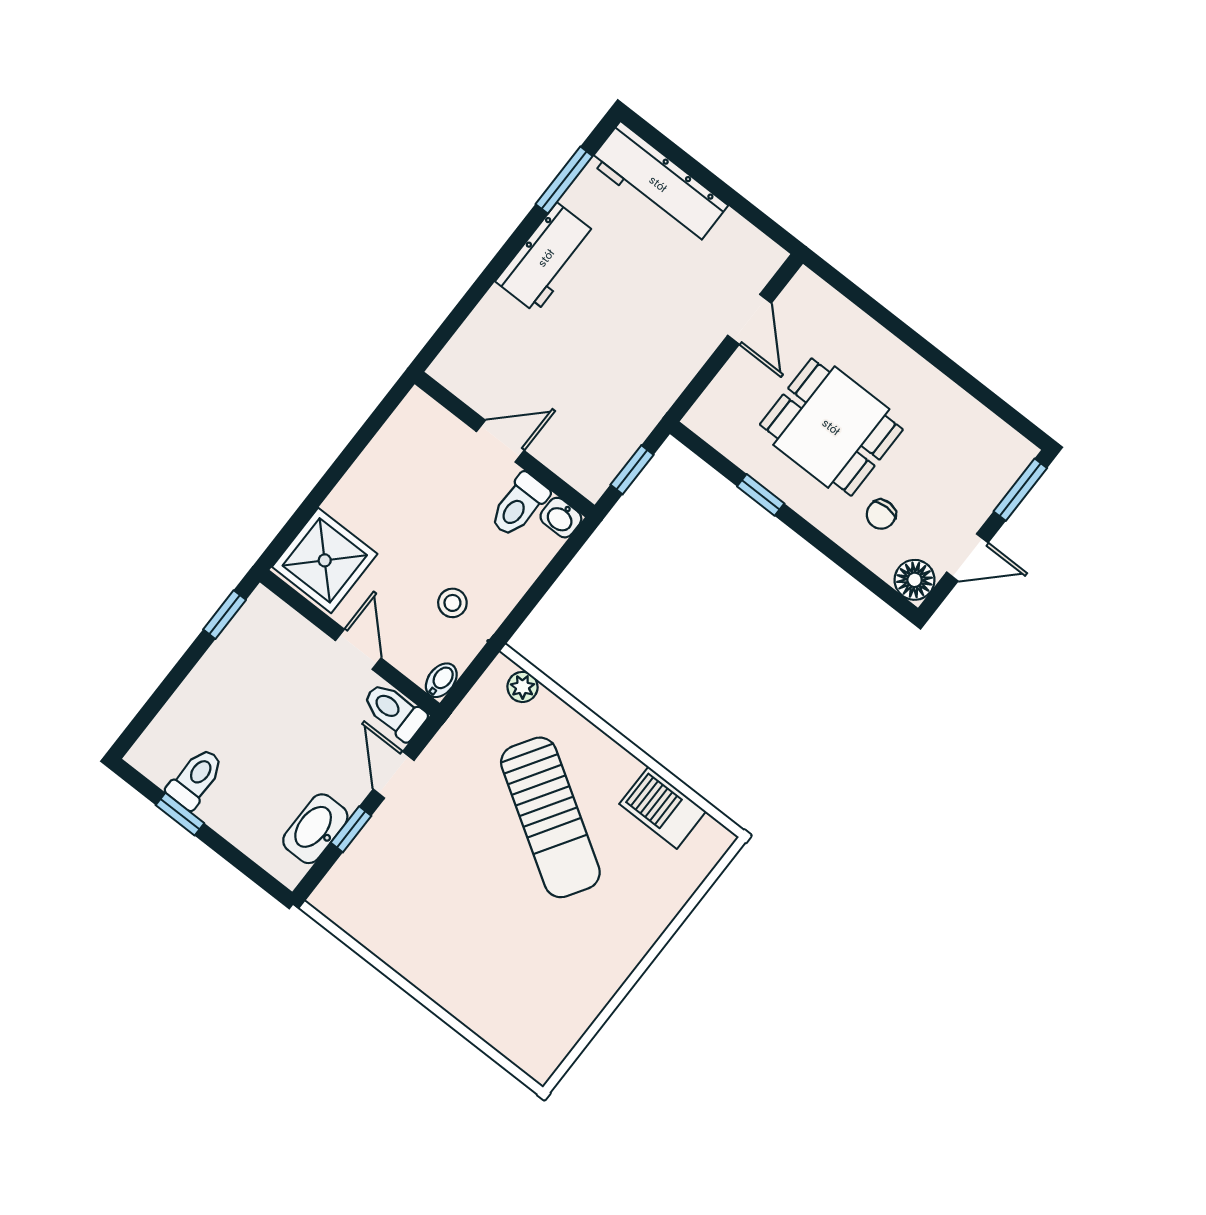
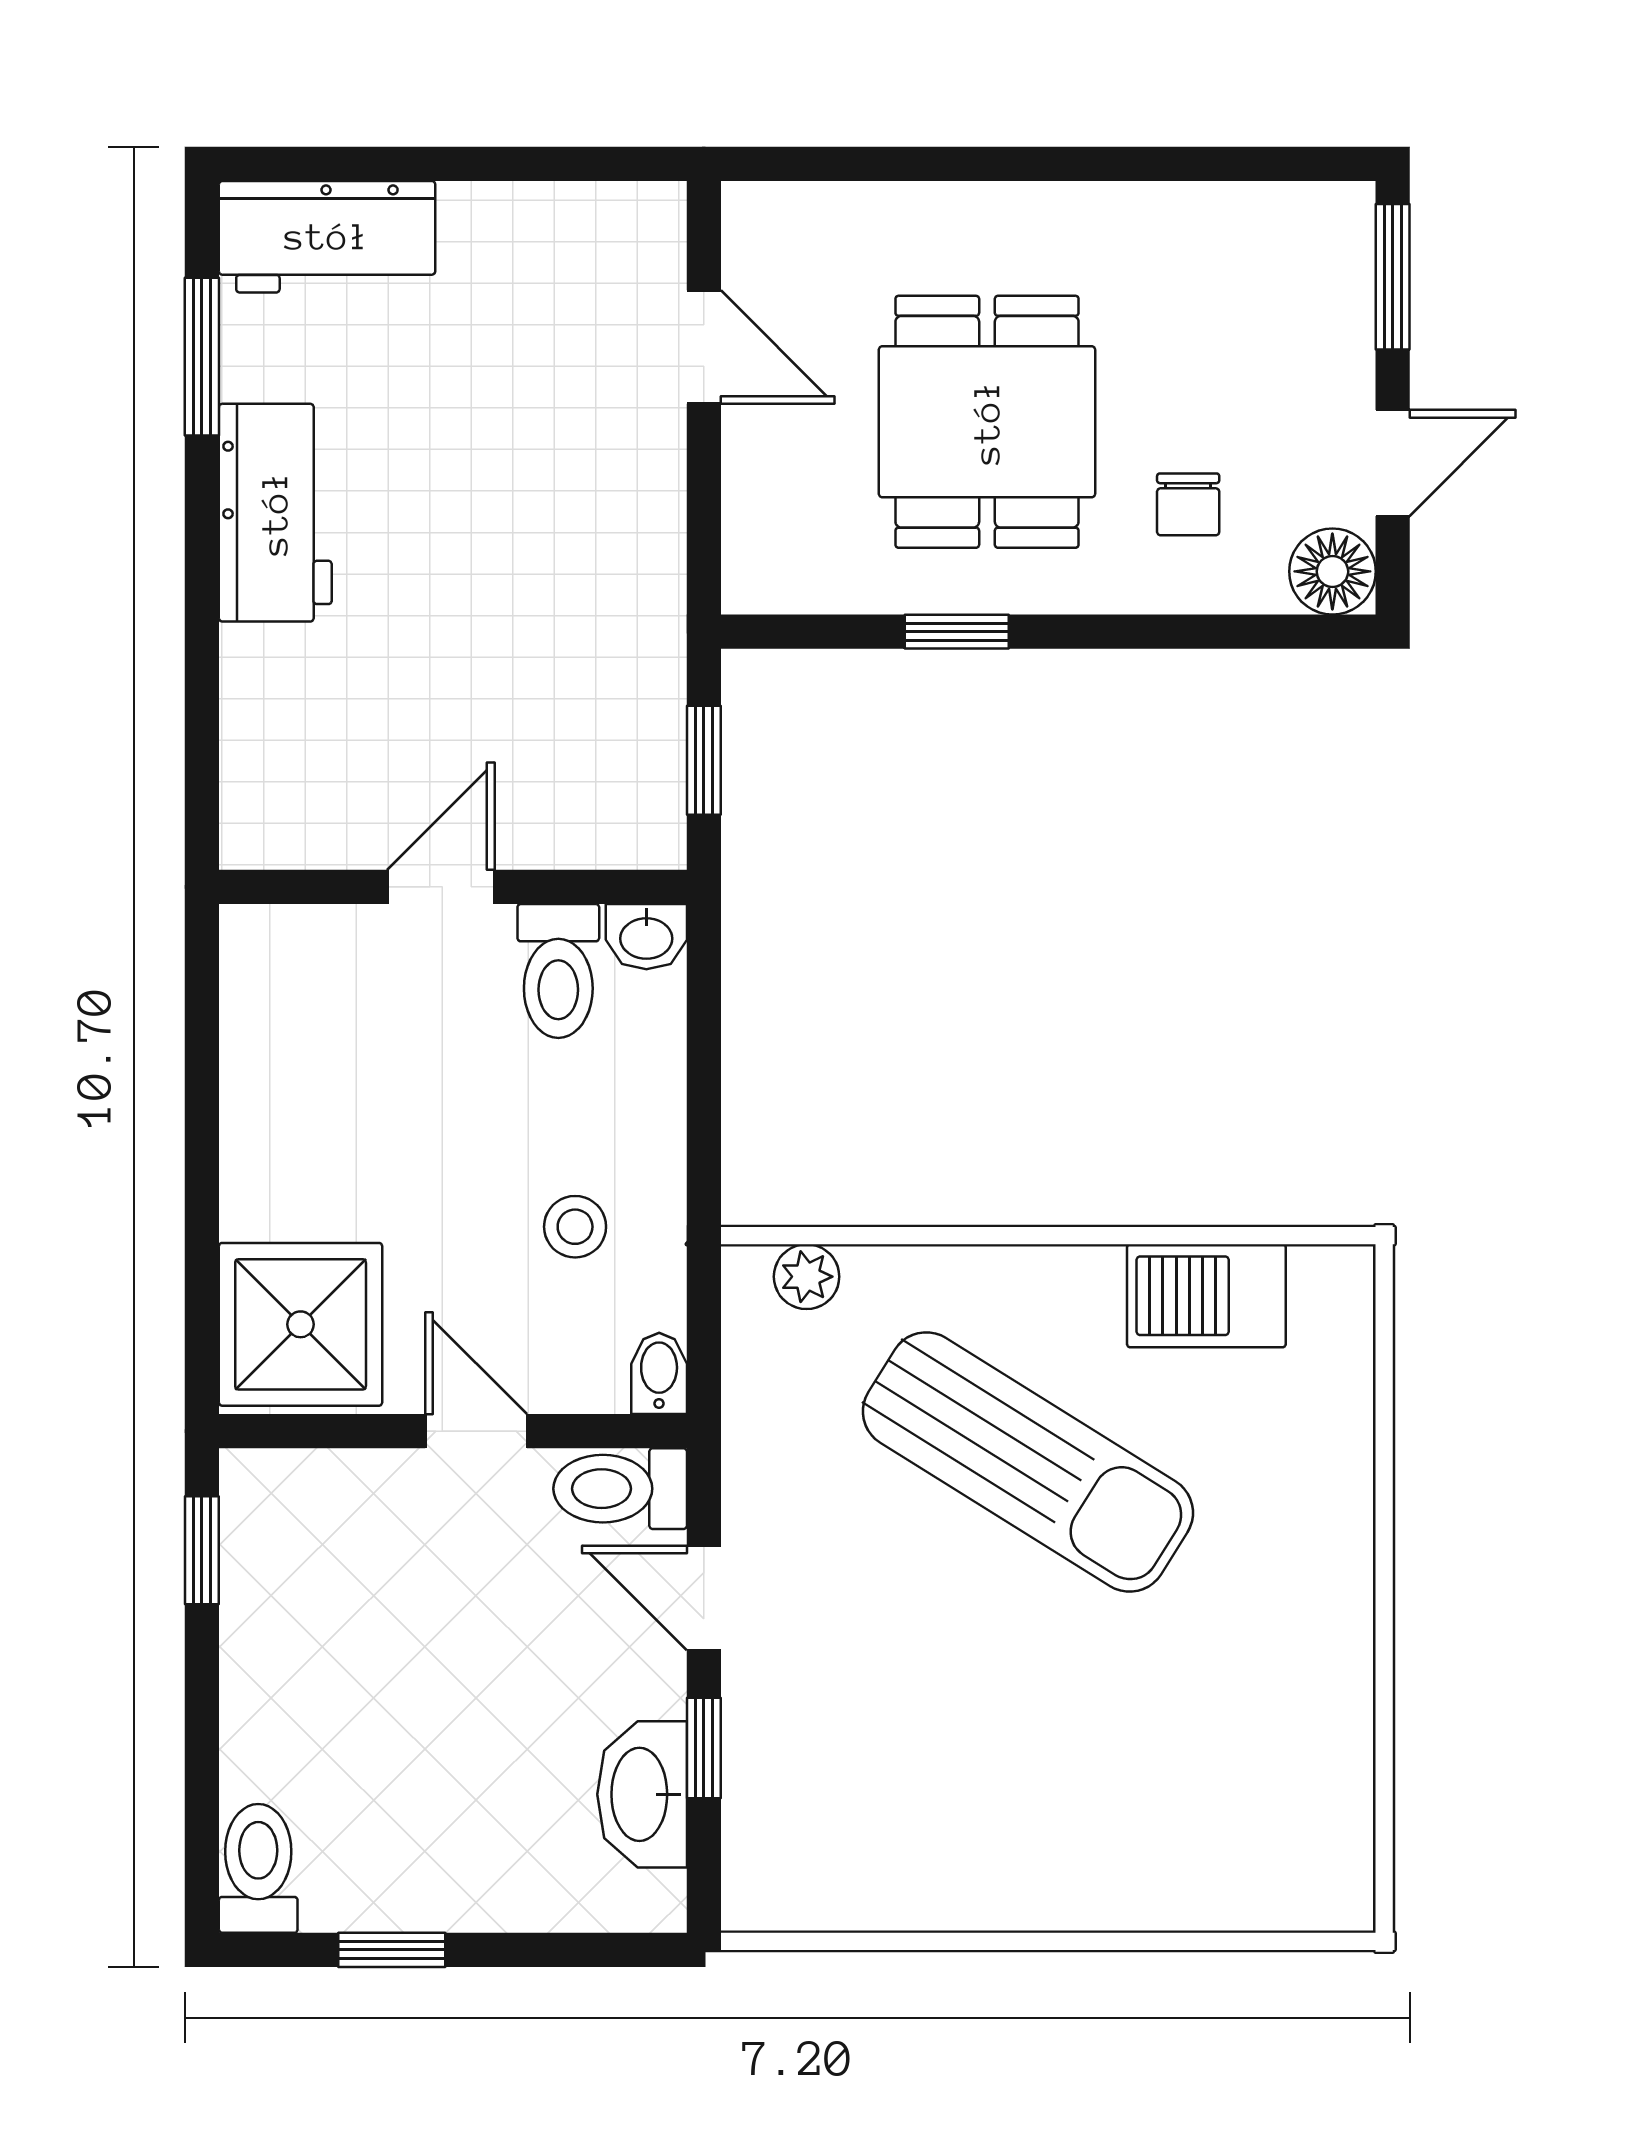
workbench: (658, 184) -> (327, 237), width x0.73
dining table: (831, 427) -> (987, 422), turned 90
toilet: (196, 778) -> (258, 1868), moved

